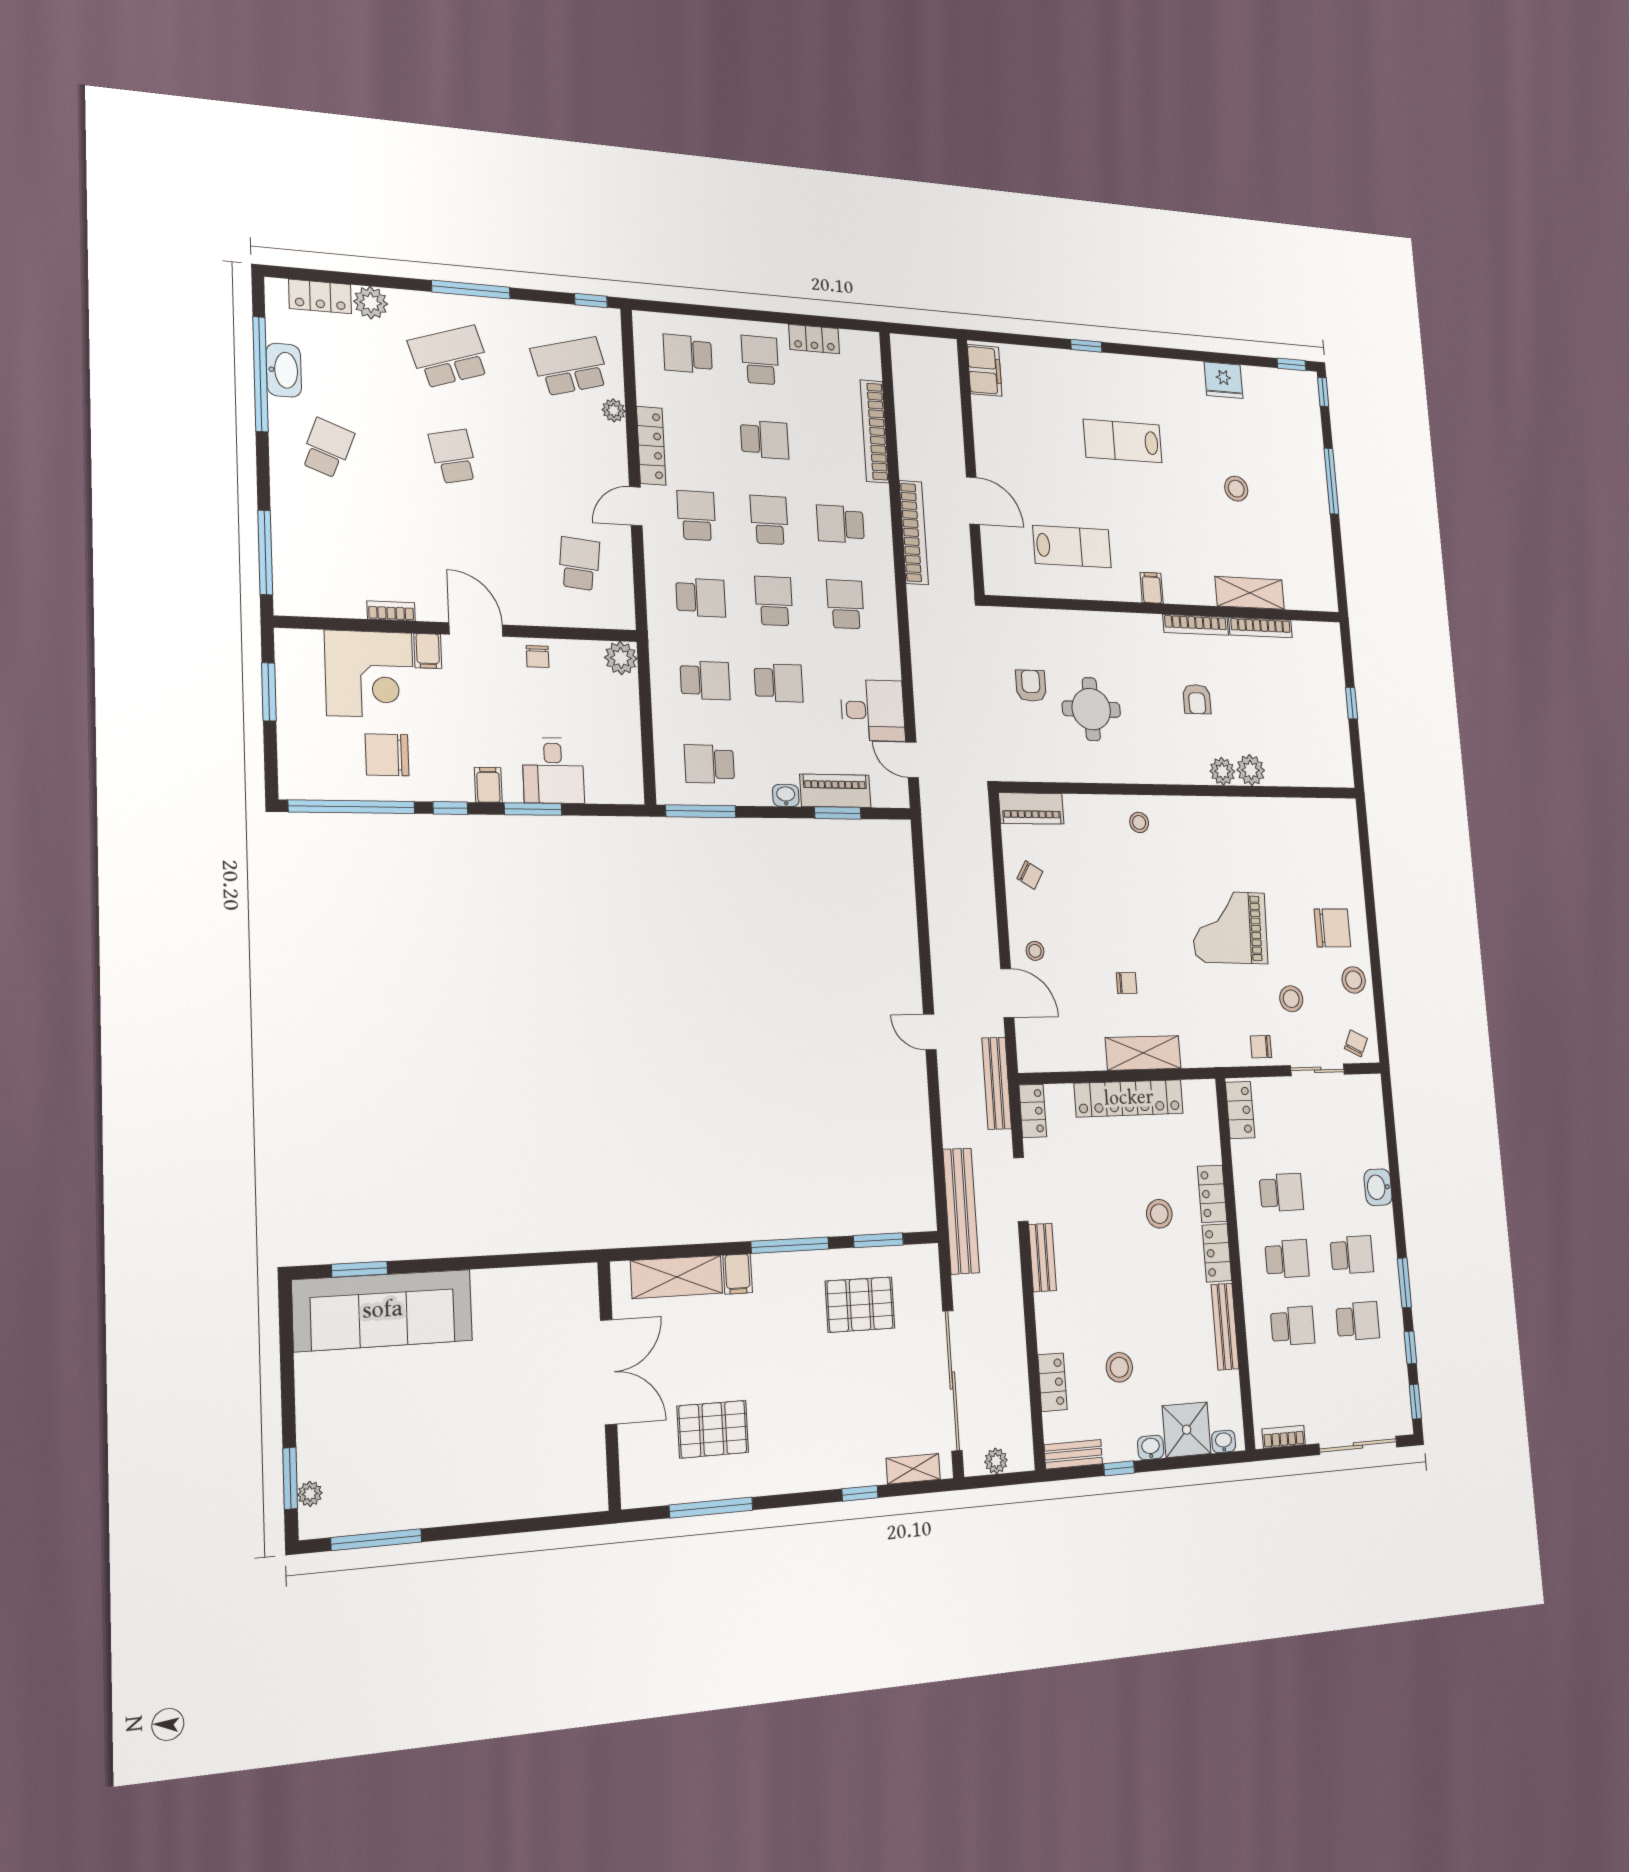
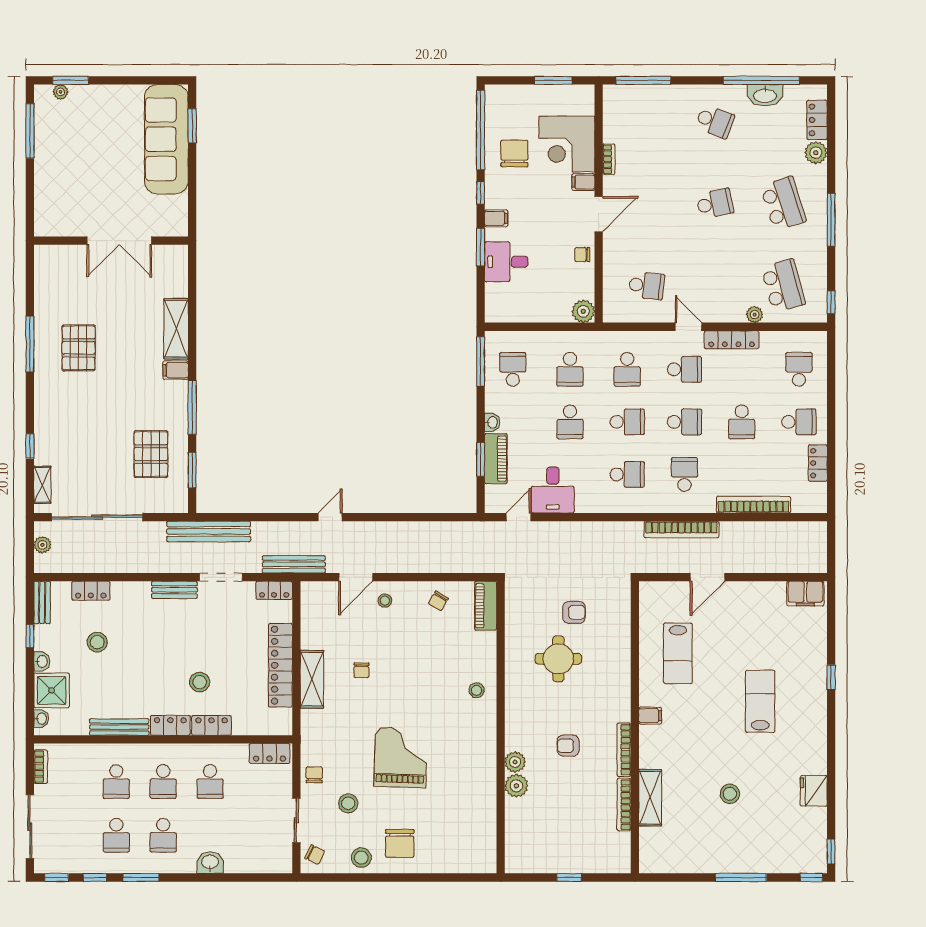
double door: (609, 1372) -> (119, 241), moved
wall: (609, 1385) -> (111, 241), moved

